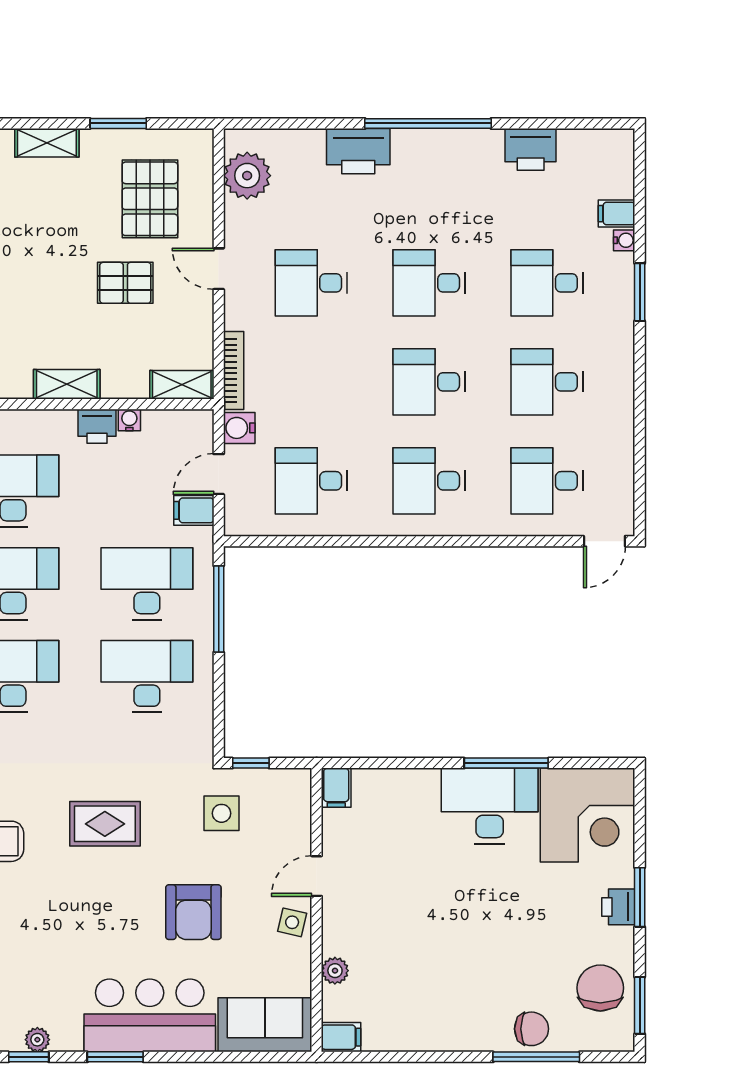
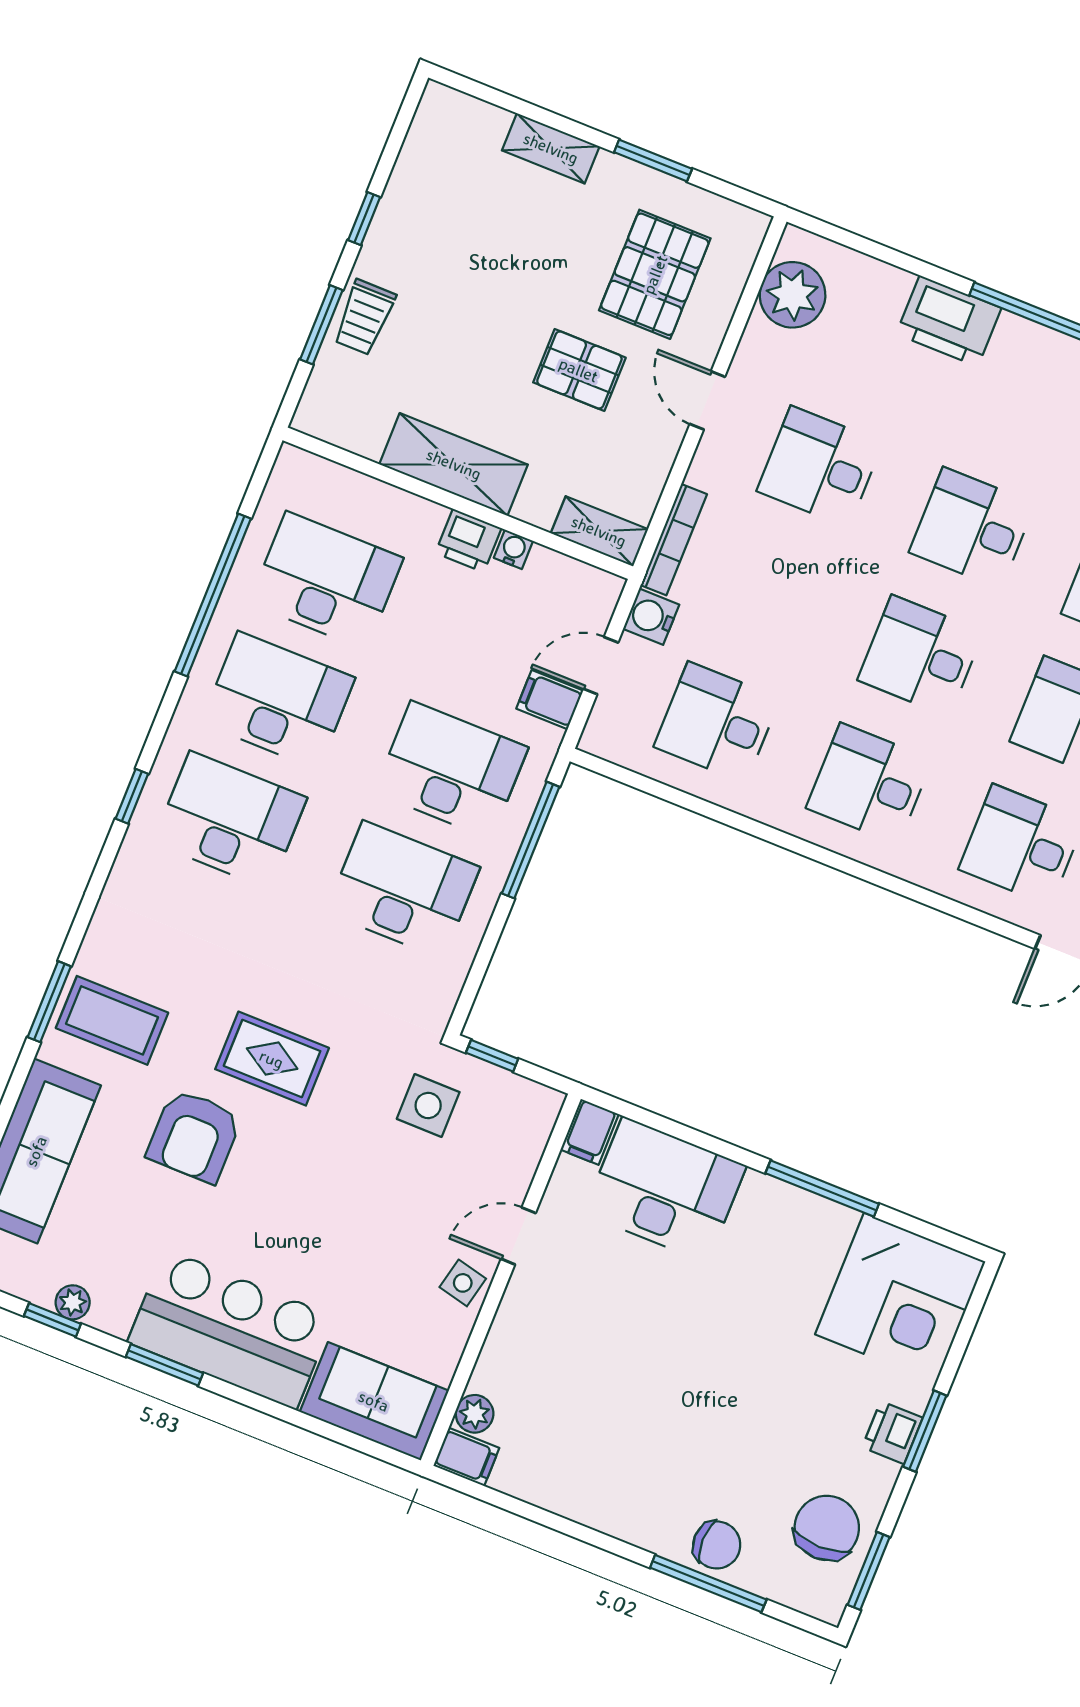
shelving: (67, 384) -> (454, 464), width x1.50, depth x1.33
desk: (490, 806) -> (665, 1190), moved
armchair: (193, 912) -> (194, 1136), moved
plant: (335, 971) -> (475, 1414), moved

